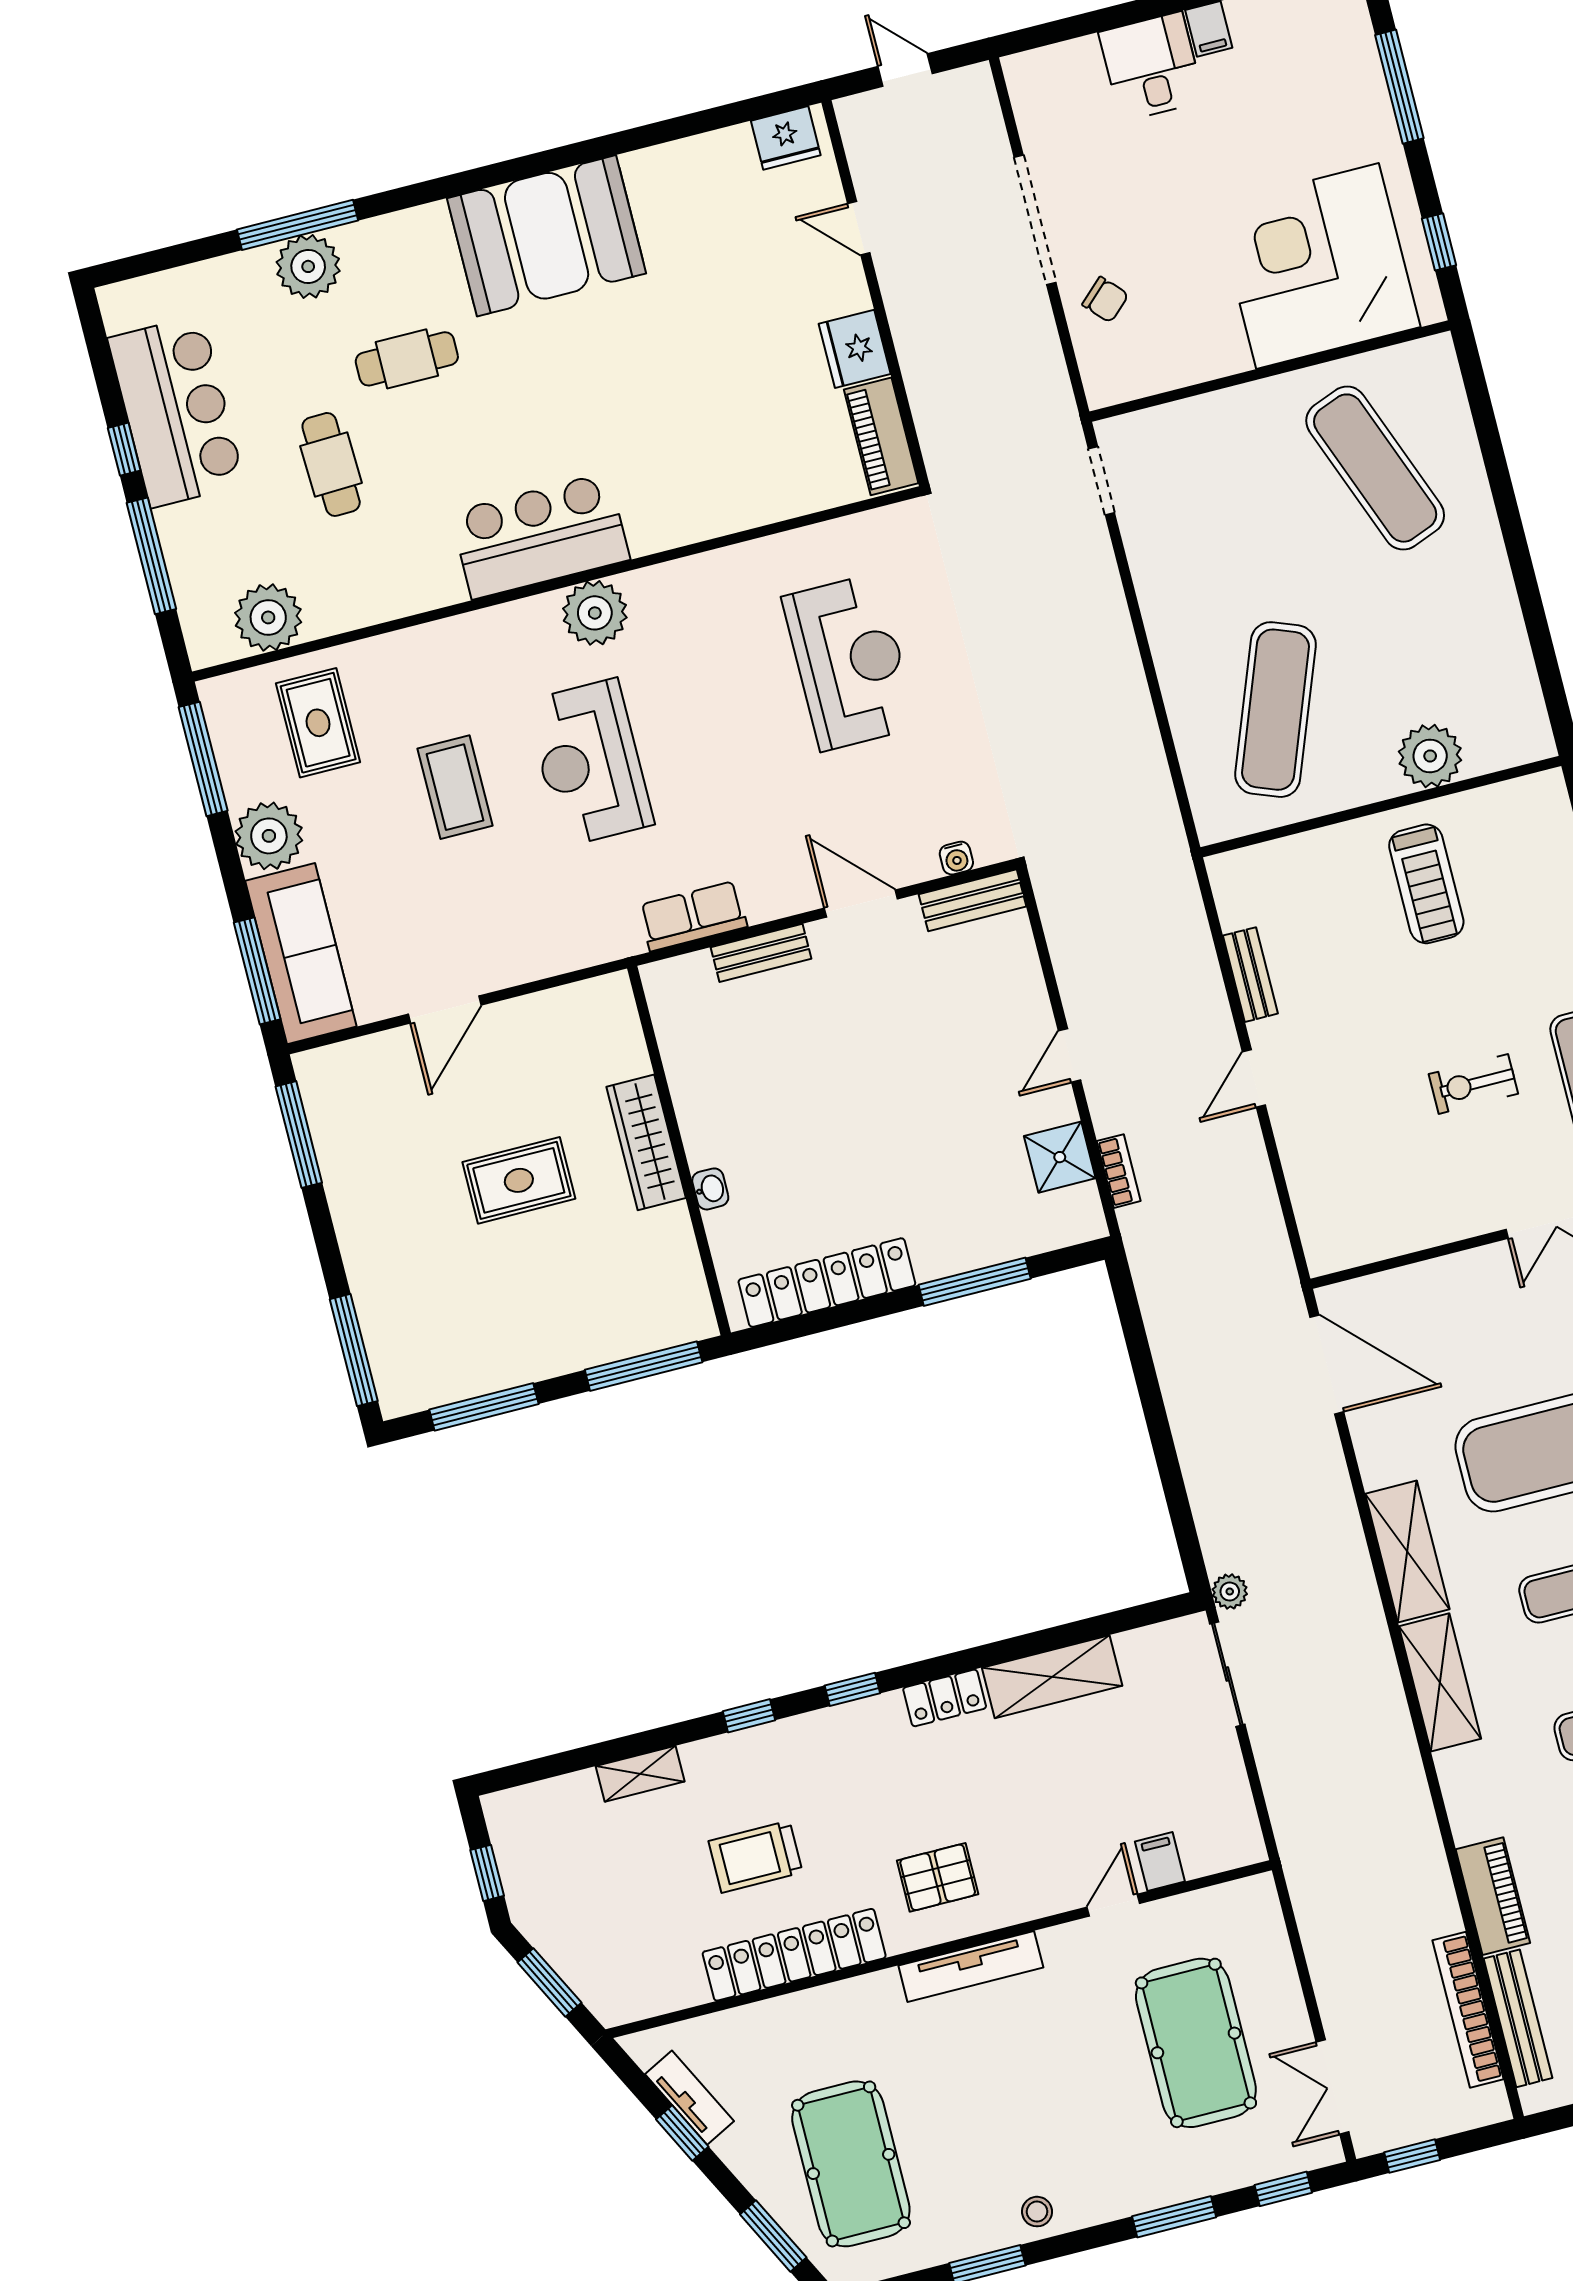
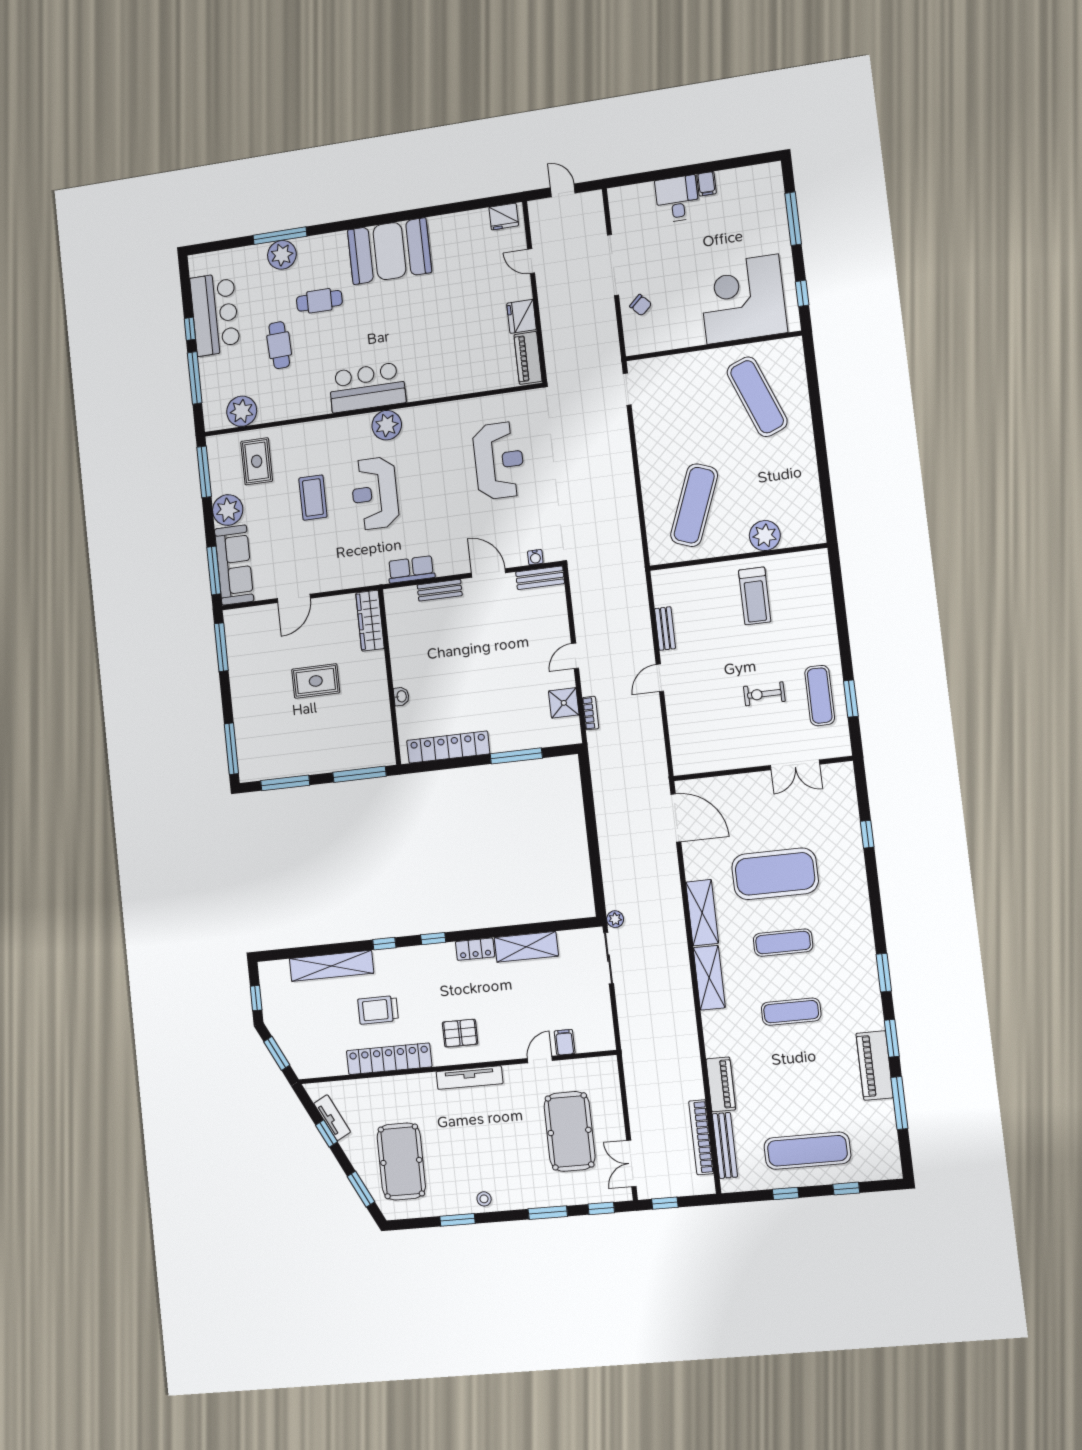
wardrobe: (646, 1142) -> (370, 621), moved
shelving: (640, 1774) -> (331, 966), width x2.20, depth x1.33

